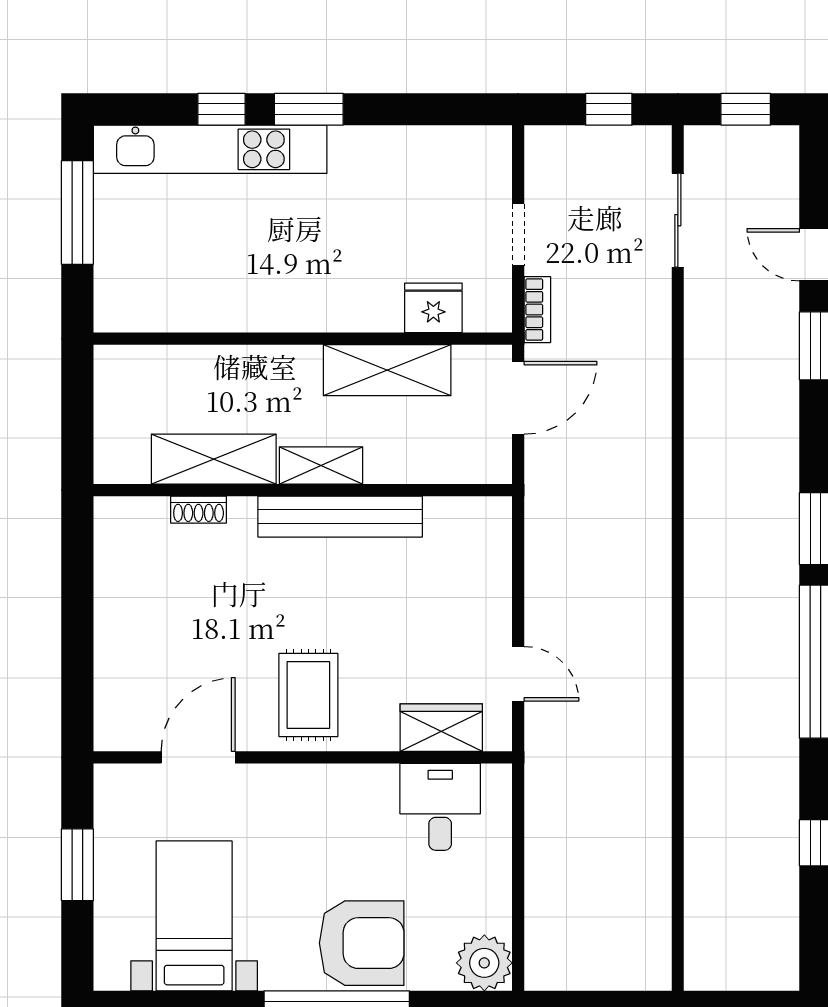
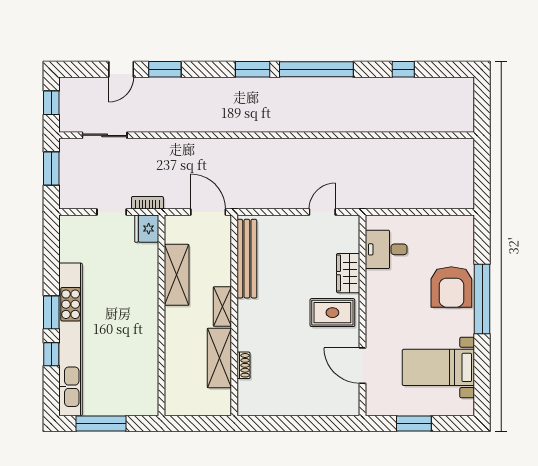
window: (609, 109) -> (51, 168), width x1.50
kitchen unit: (210, 149) -> (71, 339), width x1.36
fridge: (433, 308) -> (147, 229), moved
door: (518, 398) -> (208, 212), moved
bench: (340, 517) -> (247, 259), moved
wardrobe: (441, 728) -> (348, 273), moved
armchair: (362, 943) -> (451, 287), turned 180
plant: (484, 963) -> (461, 228), removed

